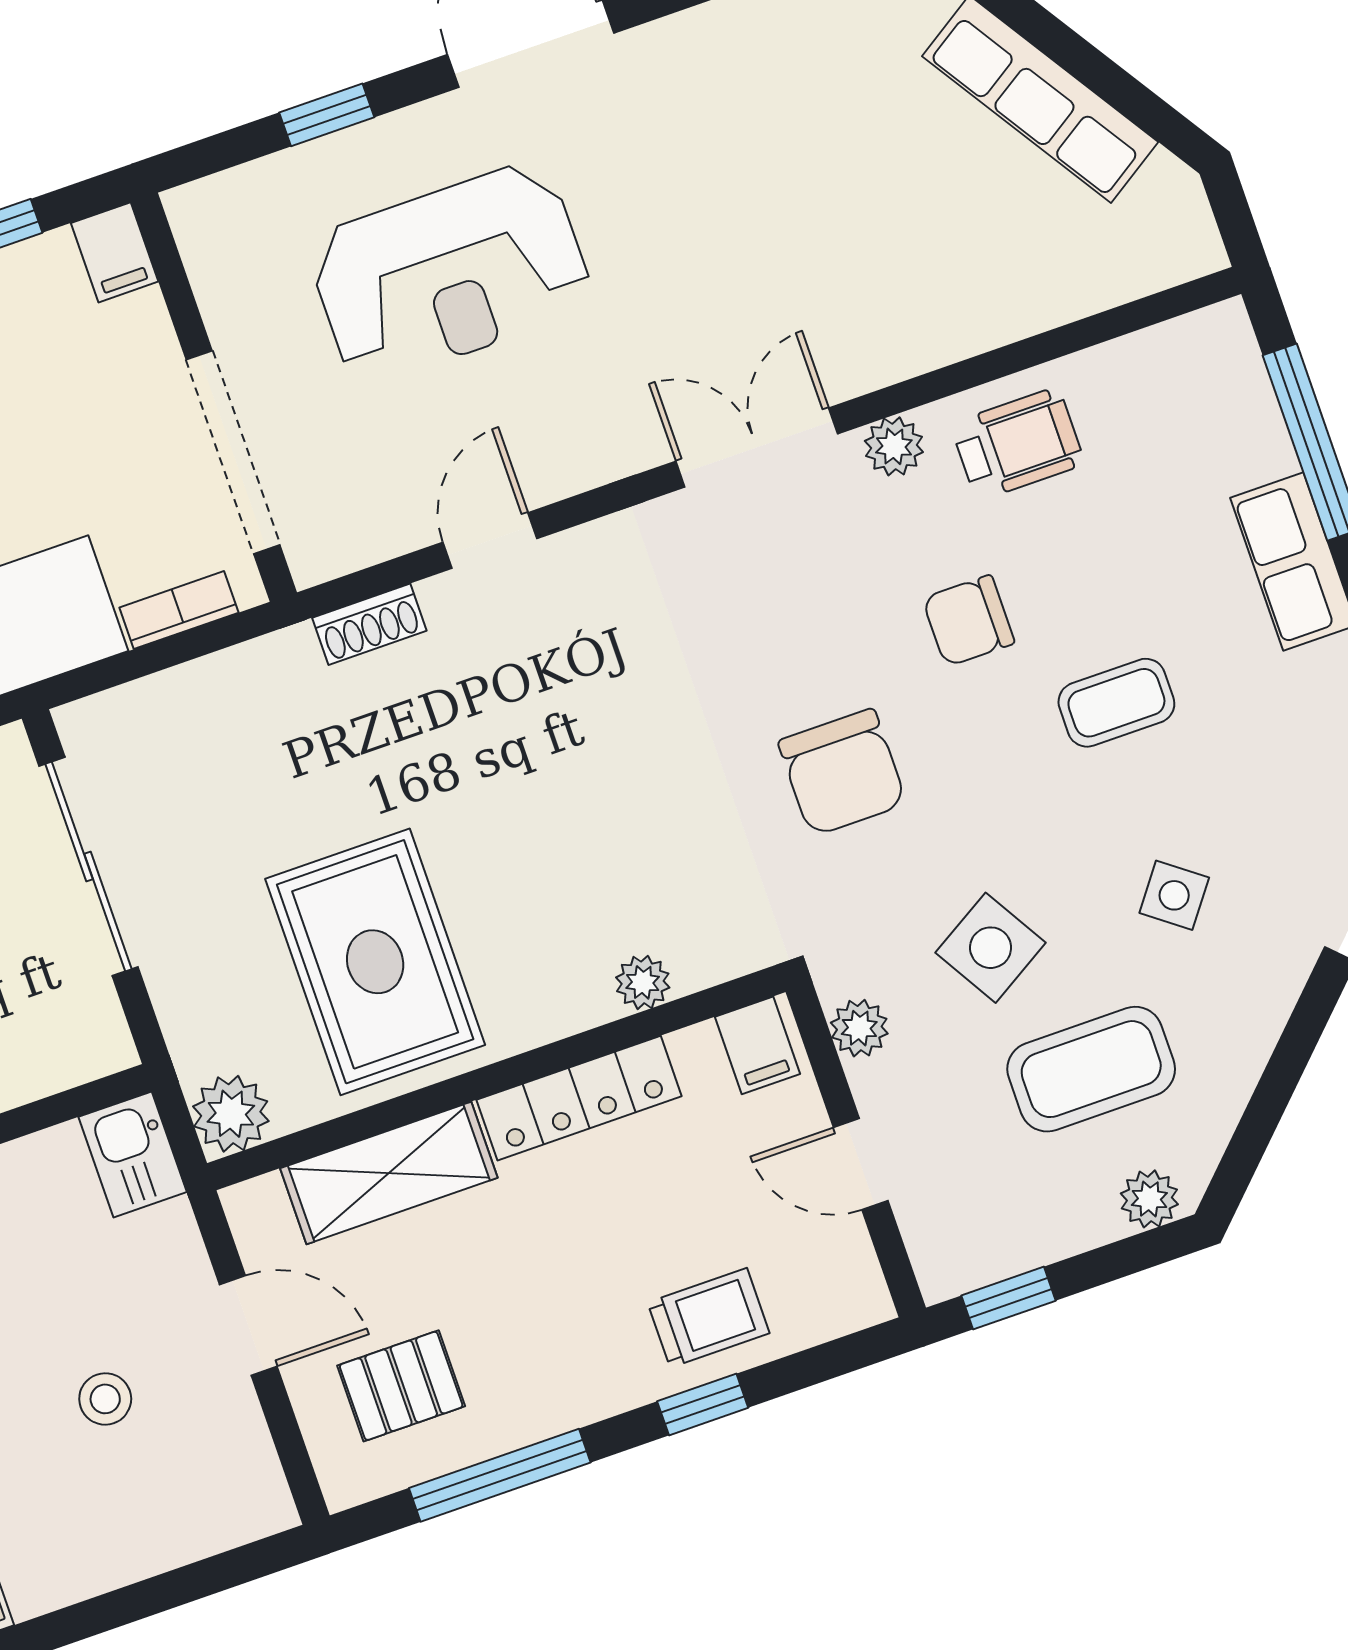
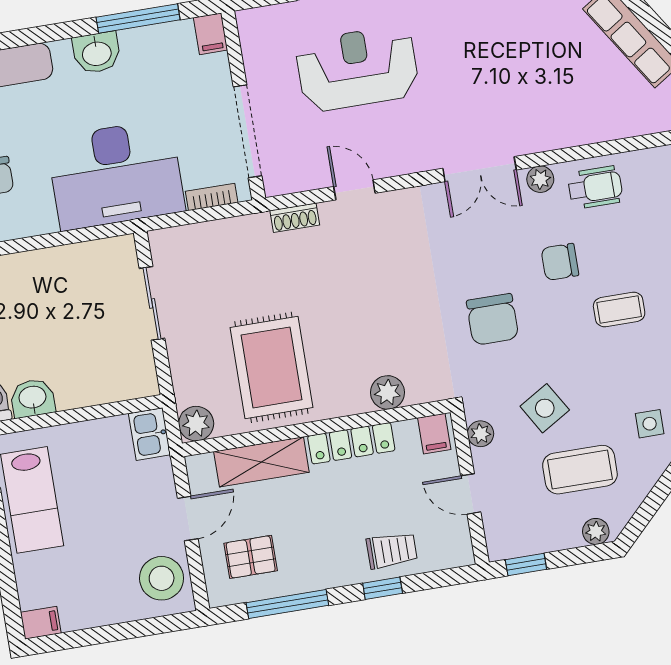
reception desk: (450, 273) -> (357, 69), turned 180
double door: (757, 447) -> (480, 169), swing flipped
door: (490, 540) -> (354, 190), hinge flipped
sliding door: (89, 867) -> (152, 303), width x0.73
side table: (1174, 895) -> (650, 424), moved, turned -37
plant: (643, 982) -> (388, 392), width x1.38, depth x1.38
door: (248, 1325) -> (188, 519), hinge flipped
stool: (105, 1399) -> (162, 578), moved, width x1.89, depth x1.89

